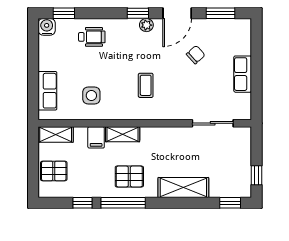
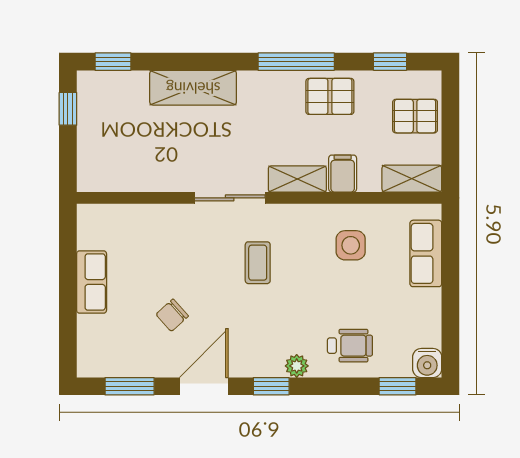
plant: (146, 25) -> (297, 366), moved
wheelchair: (92, 37) -> (350, 346), turned 180
sliding door: (213, 123) -> (230, 198), moved
pallet: (129, 177) -> (330, 96), moved
window: (82, 203) -> (390, 62), moved

